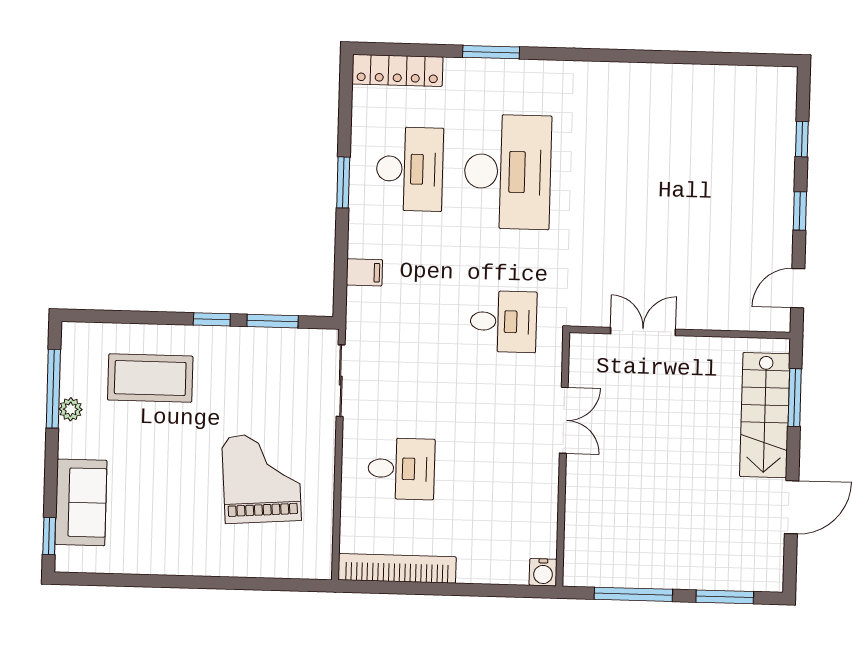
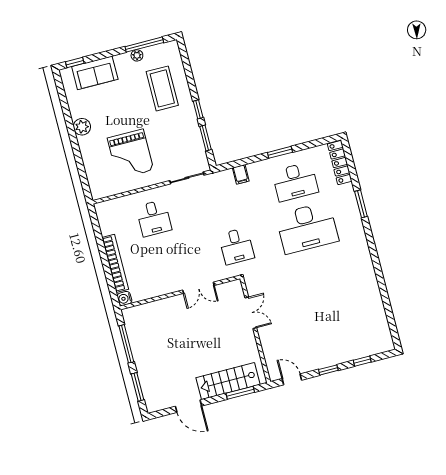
grand piano: (261, 478) -> (130, 154), turned 94
plant: (180, 558) -> (82, 127), added
bookcase: (397, 568) -> (115, 263), moved

